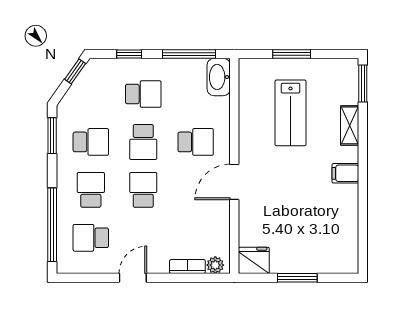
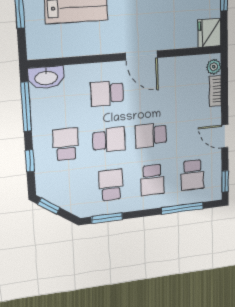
school desk: (196, 142) -> (107, 93), turned -90
school desk: (91, 190) -> (152, 180), turned -90
window: (52, 225) -> (182, 208), width x0.68
window: (78, 278) -> (225, 181), added

